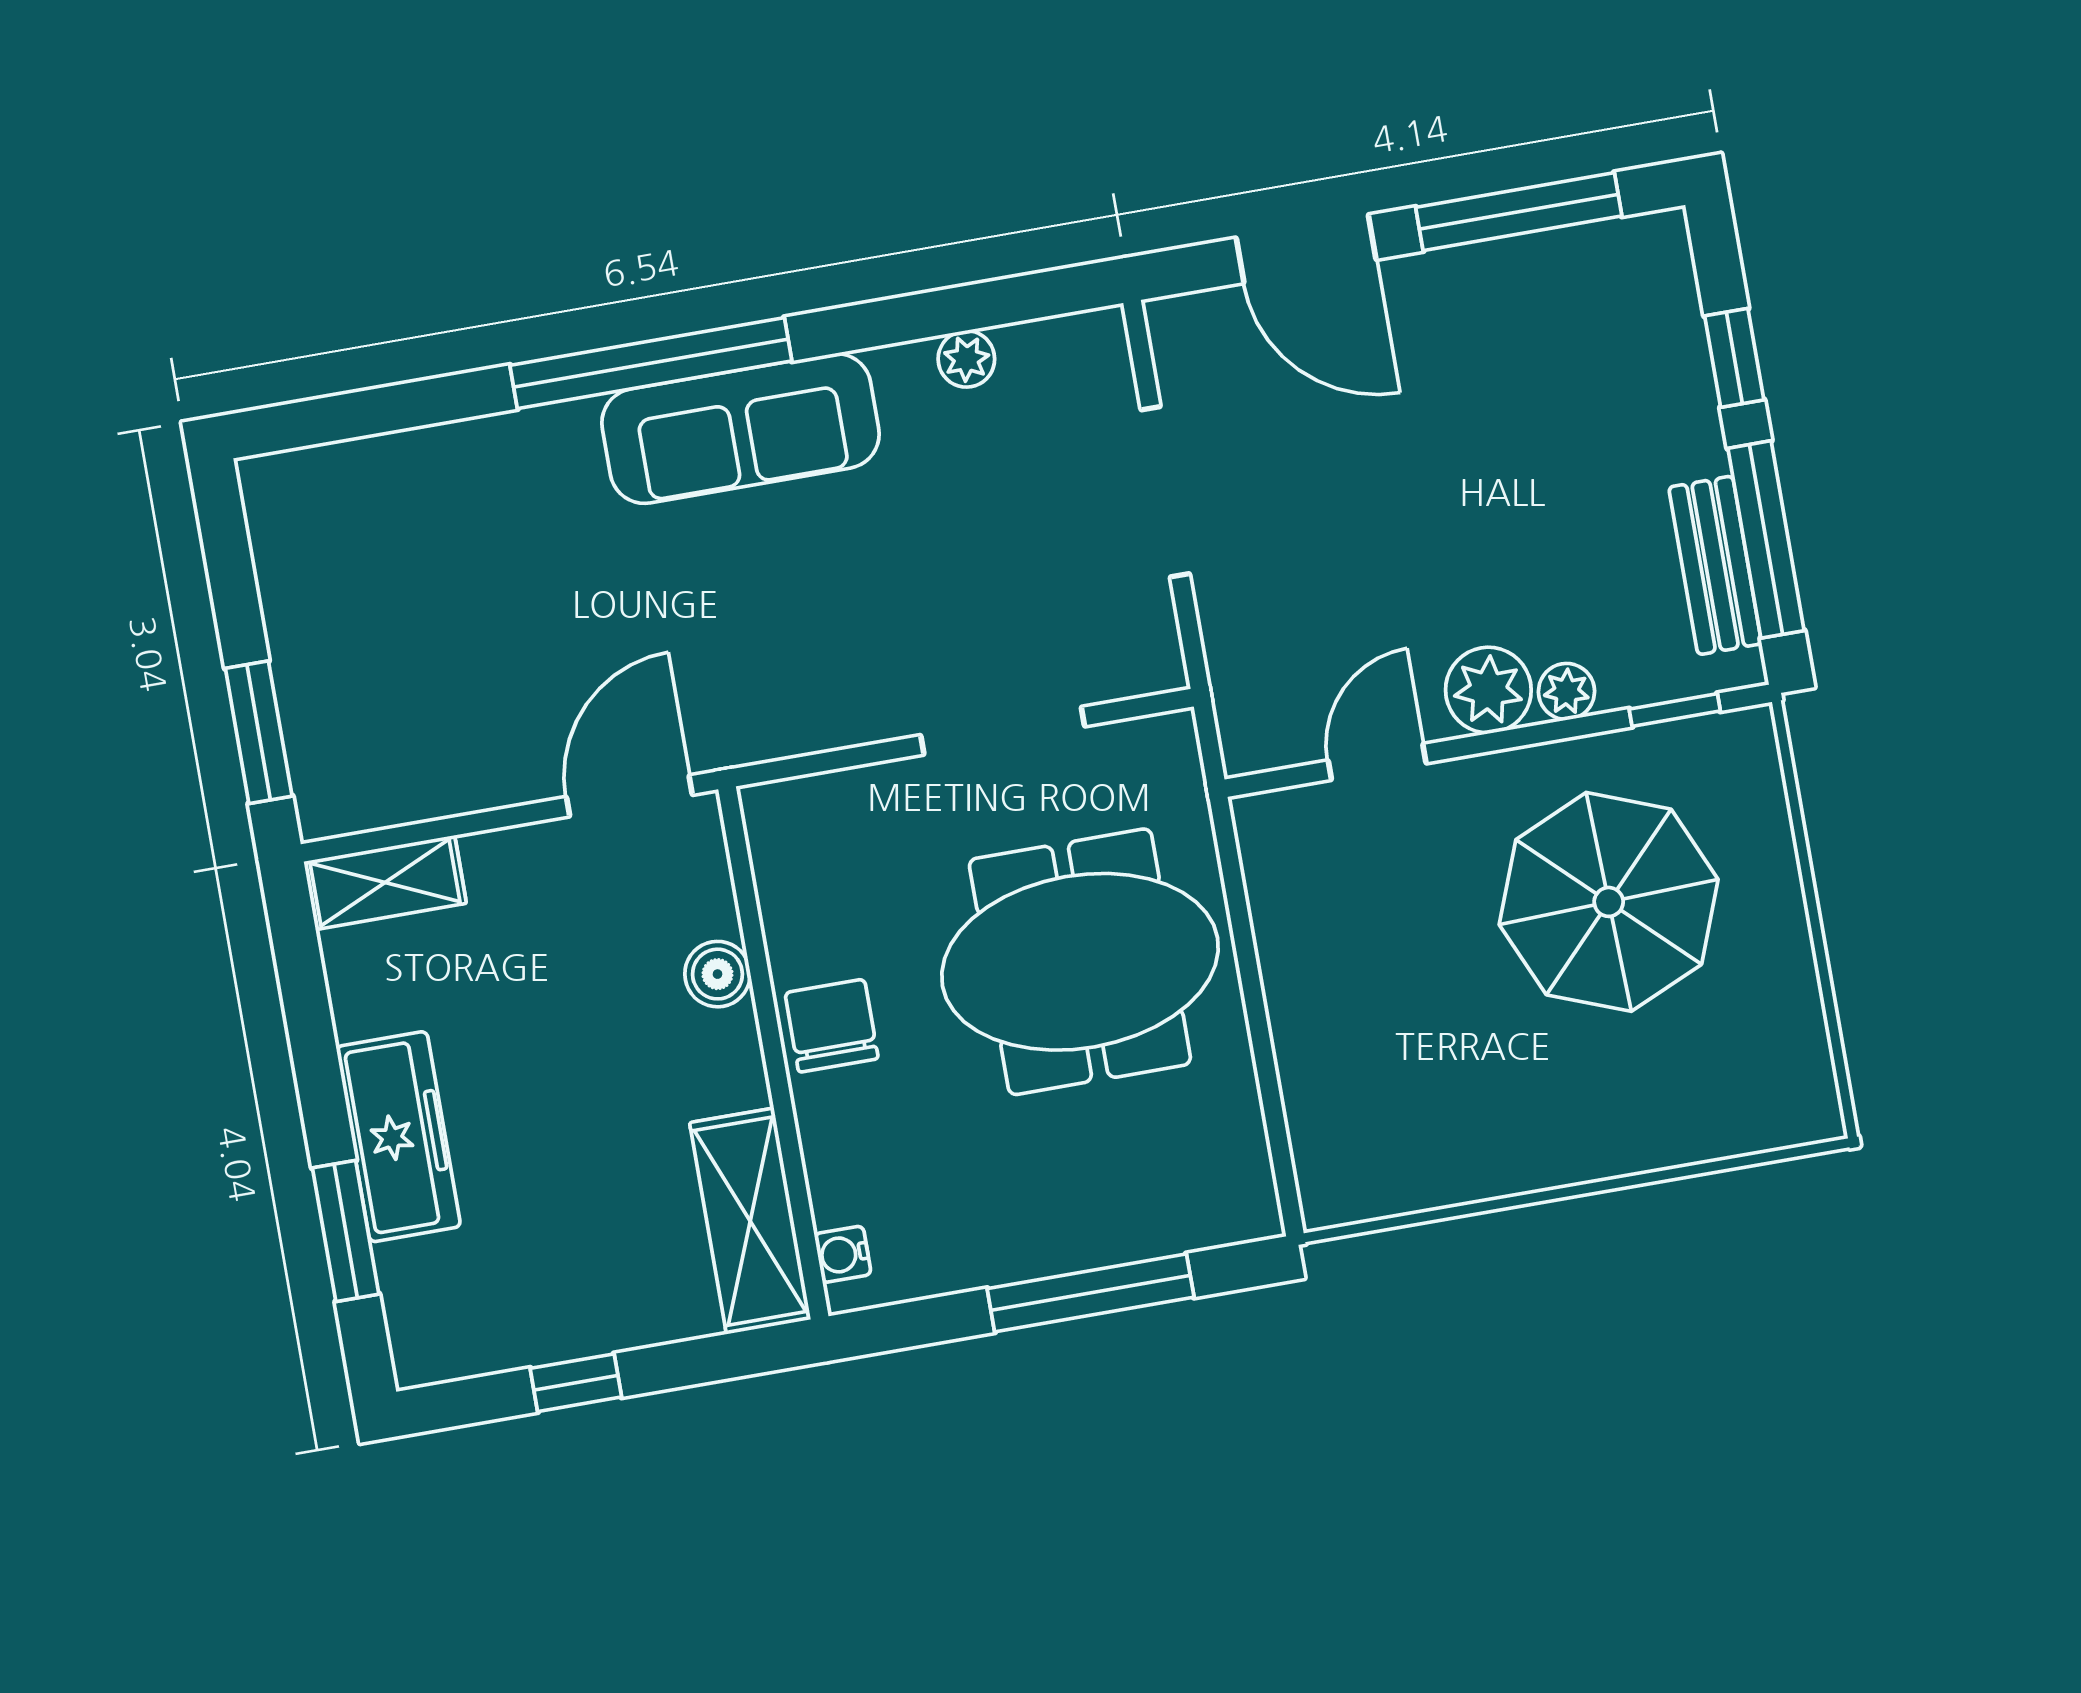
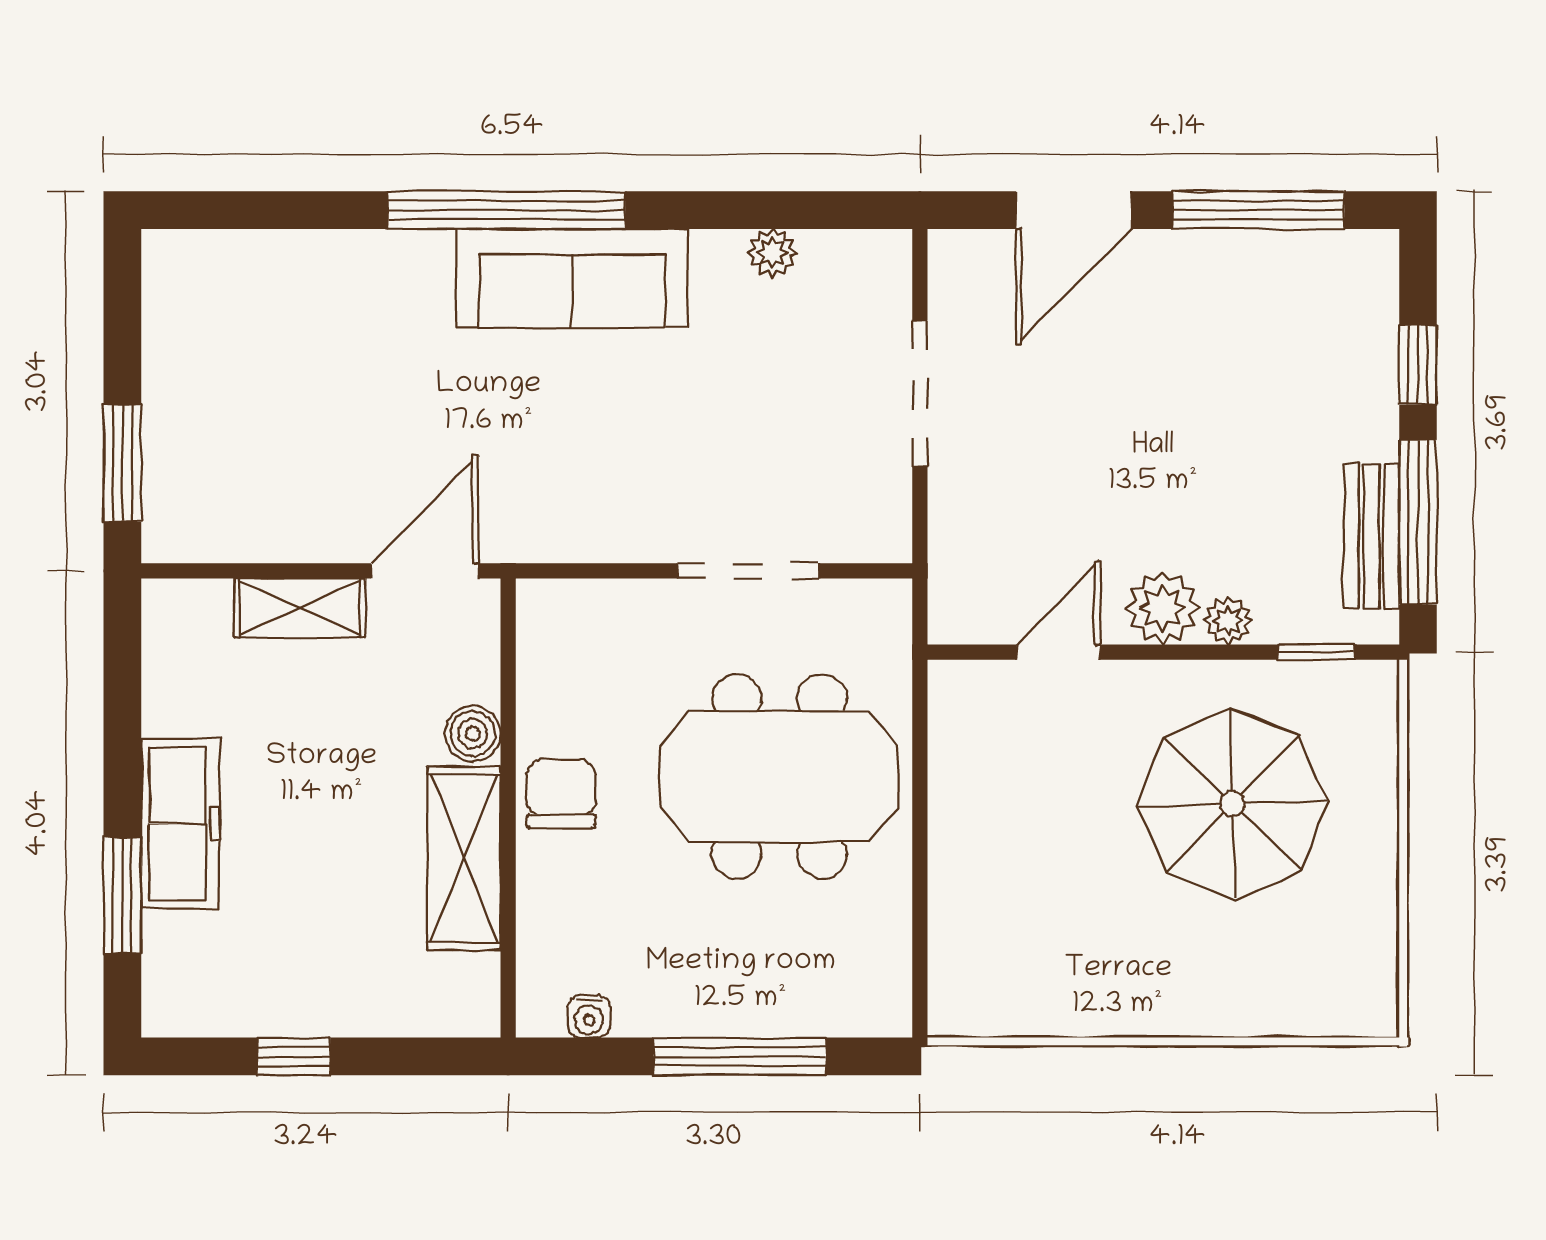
door: (1306, 249) -> (1074, 210), hinge flipped
shelving: (385, 882) -> (300, 608), moved
shelving: (750, 1221) -> (464, 858), moved
water cooler: (843, 1254) -> (589, 1016), moved, turned -90

